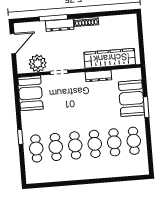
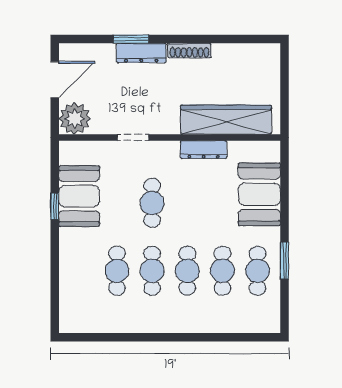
window: (53, 18) -> (131, 39), width x0.69
plant: (38, 63) -> (75, 118), moved
booth: (30, 93) -> (79, 196), moved
window: (146, 107) -> (285, 261), moved
window: (20, 137) -> (55, 206), moved
cafe table: (36, 148) -> (152, 203), moved

